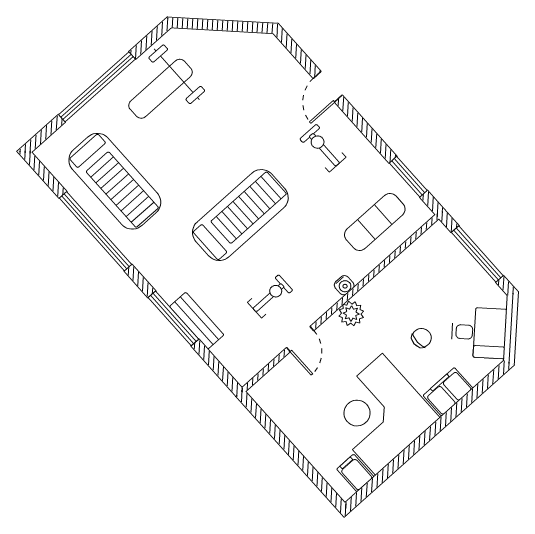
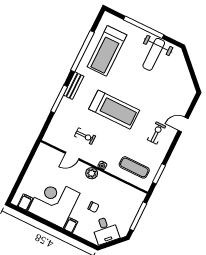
weight bench: (161, 89) -> (154, 54), turned -90
bench: (197, 321) -> (74, 86), moved
filing cabinet: (448, 392) -> (71, 225), width x0.50

